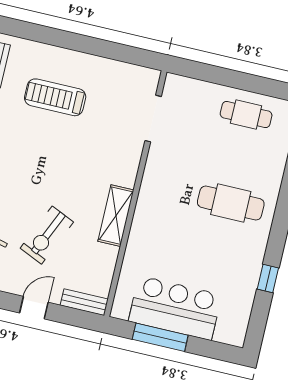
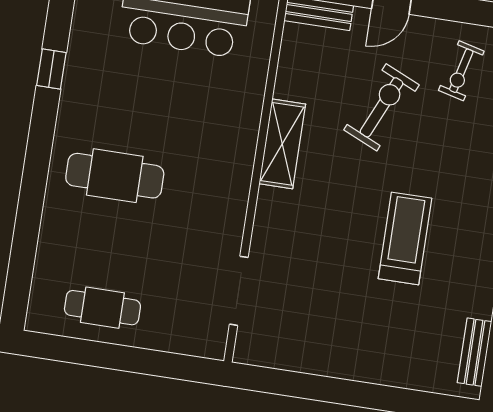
treadmill: (55, 97) -> (405, 238), moved, turned -90

